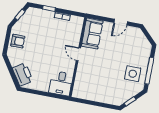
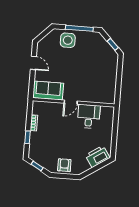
side table: (133, 74) -> (68, 40), moved
desk: (61, 83) -> (89, 116), moved, turned -90

